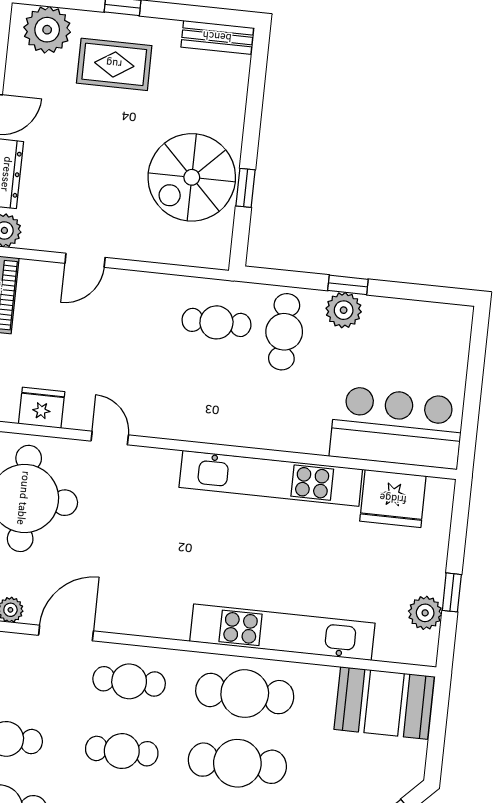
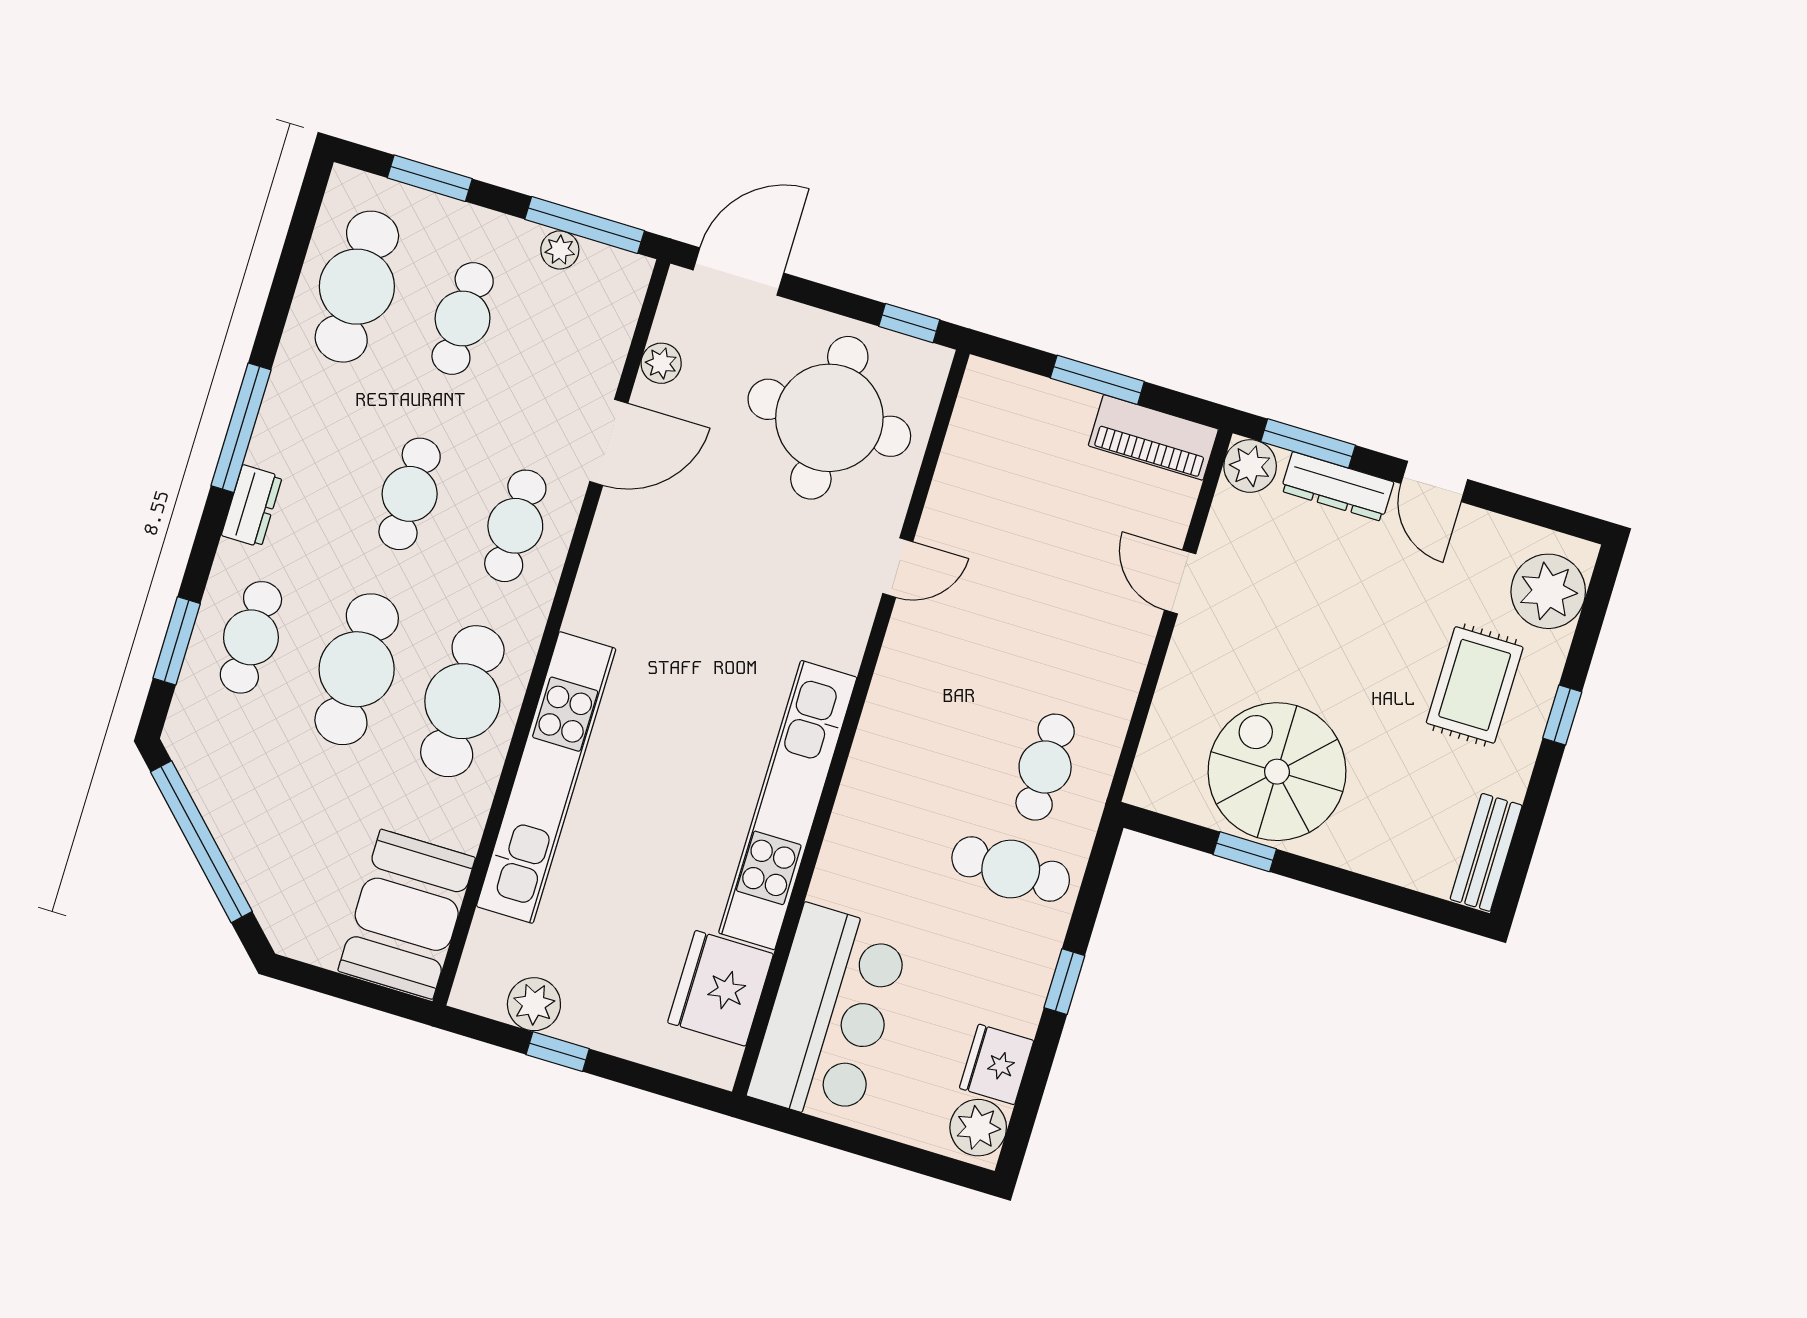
plant: (344, 310) -> (978, 1128), moved
fridge: (42, 408) -> (997, 1064), moved, turned 180
door: (66, 633) -> (609, 442), hinge flipped

